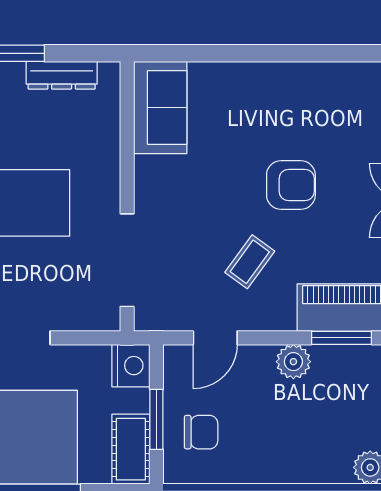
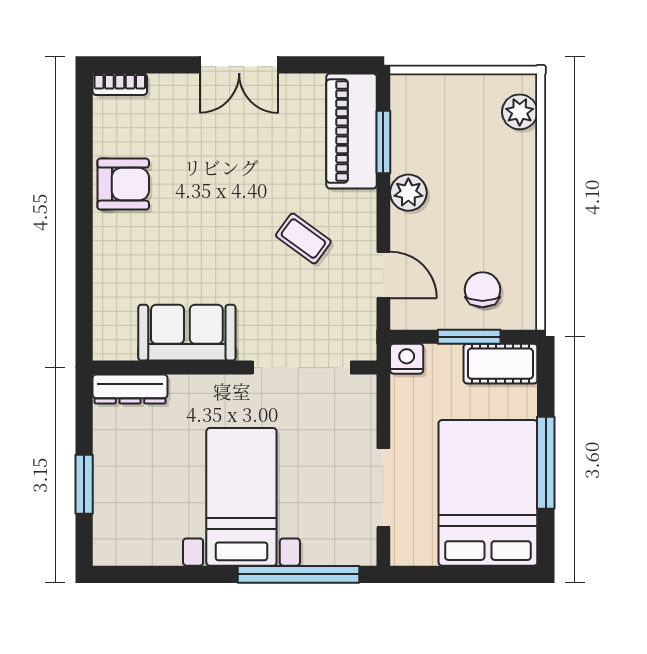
dresser: (62, 75) -> (130, 389), moved, turned 90
sofa: (160, 108) -> (187, 333), moved
armchair: (291, 185) -> (123, 184), moved, turned 90
nightstand: (131, 366) -> (407, 359), width x0.74, depth x0.75

